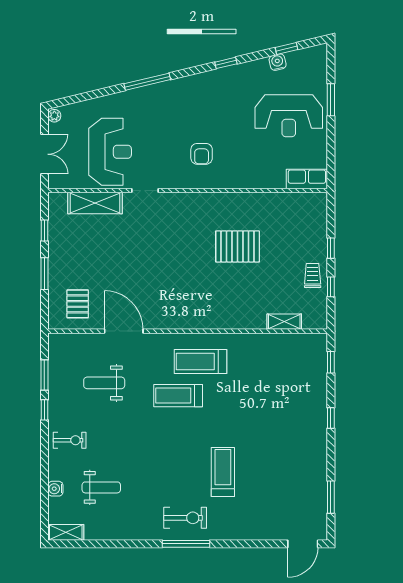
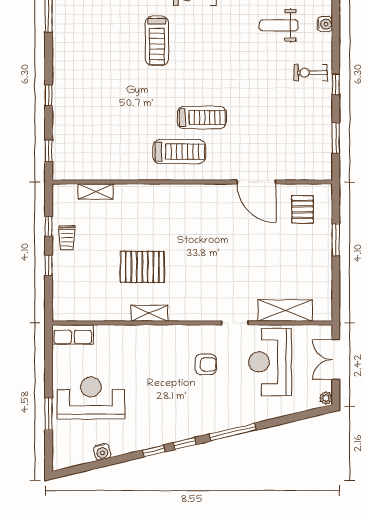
window: (287, 48) -> (185, 444), moved
armchair: (202, 154) -> (206, 364), moved, turned 90
shelving: (230, 200) -> (150, 313), added
window: (44, 230) -> (336, 283), removed
weight bench: (104, 383) -> (276, 130), removed
window: (44, 410) -> (336, 84), moved

